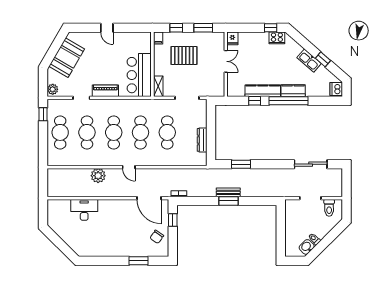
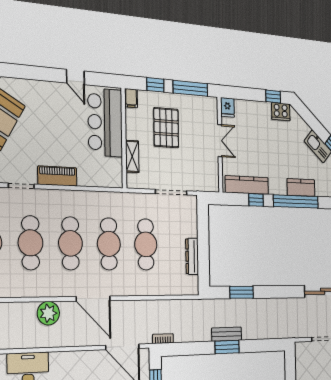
door: (107, 28) -> (75, 77), moved
window: (203, 28) -> (190, 88), width x1.44
pallet: (184, 55) -> (166, 128), turned 90
bar counter: (139, 75) -> (105, 122), moved
shelving: (158, 86) -> (132, 156), moved
kitchen counter: (263, 91) -> (247, 185), moved
door: (129, 167) -> (93, 299), width x1.87

